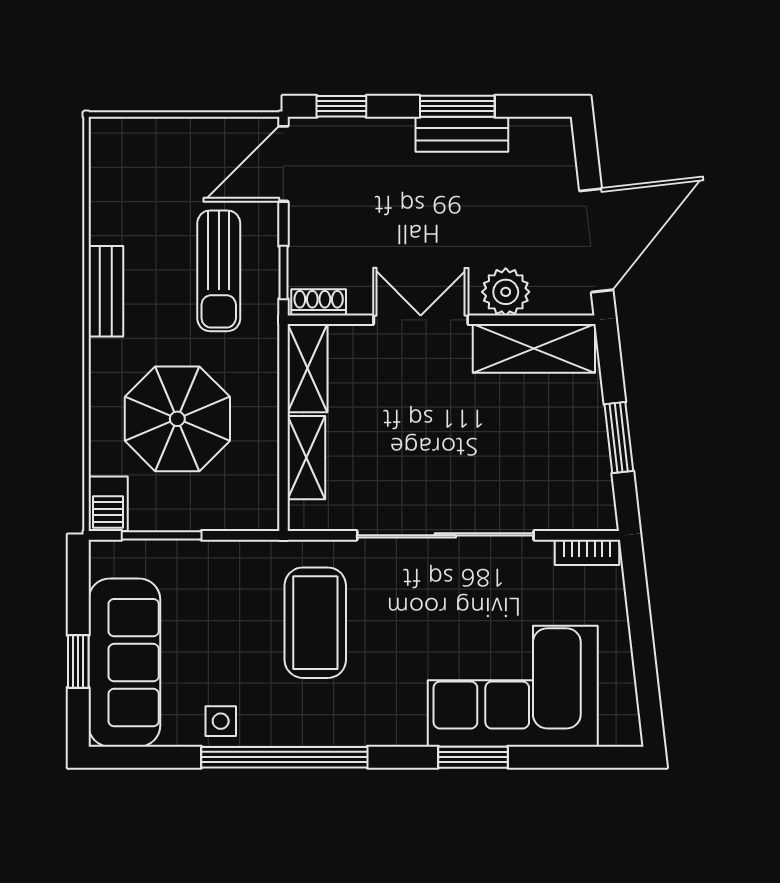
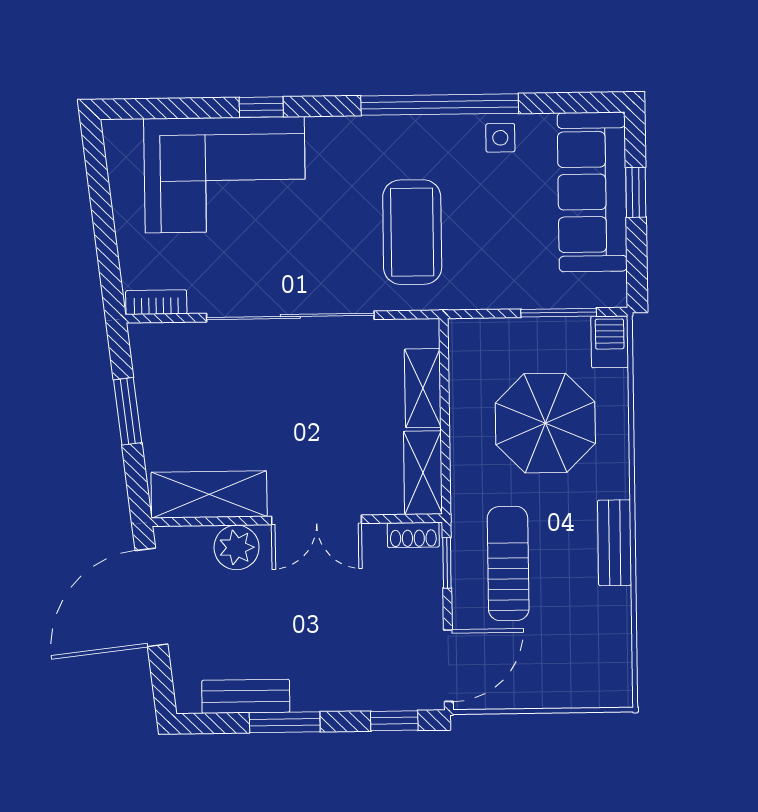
bench: (462, 134) -> (246, 696), moved
window: (473, 757) -> (261, 107), width x0.67

